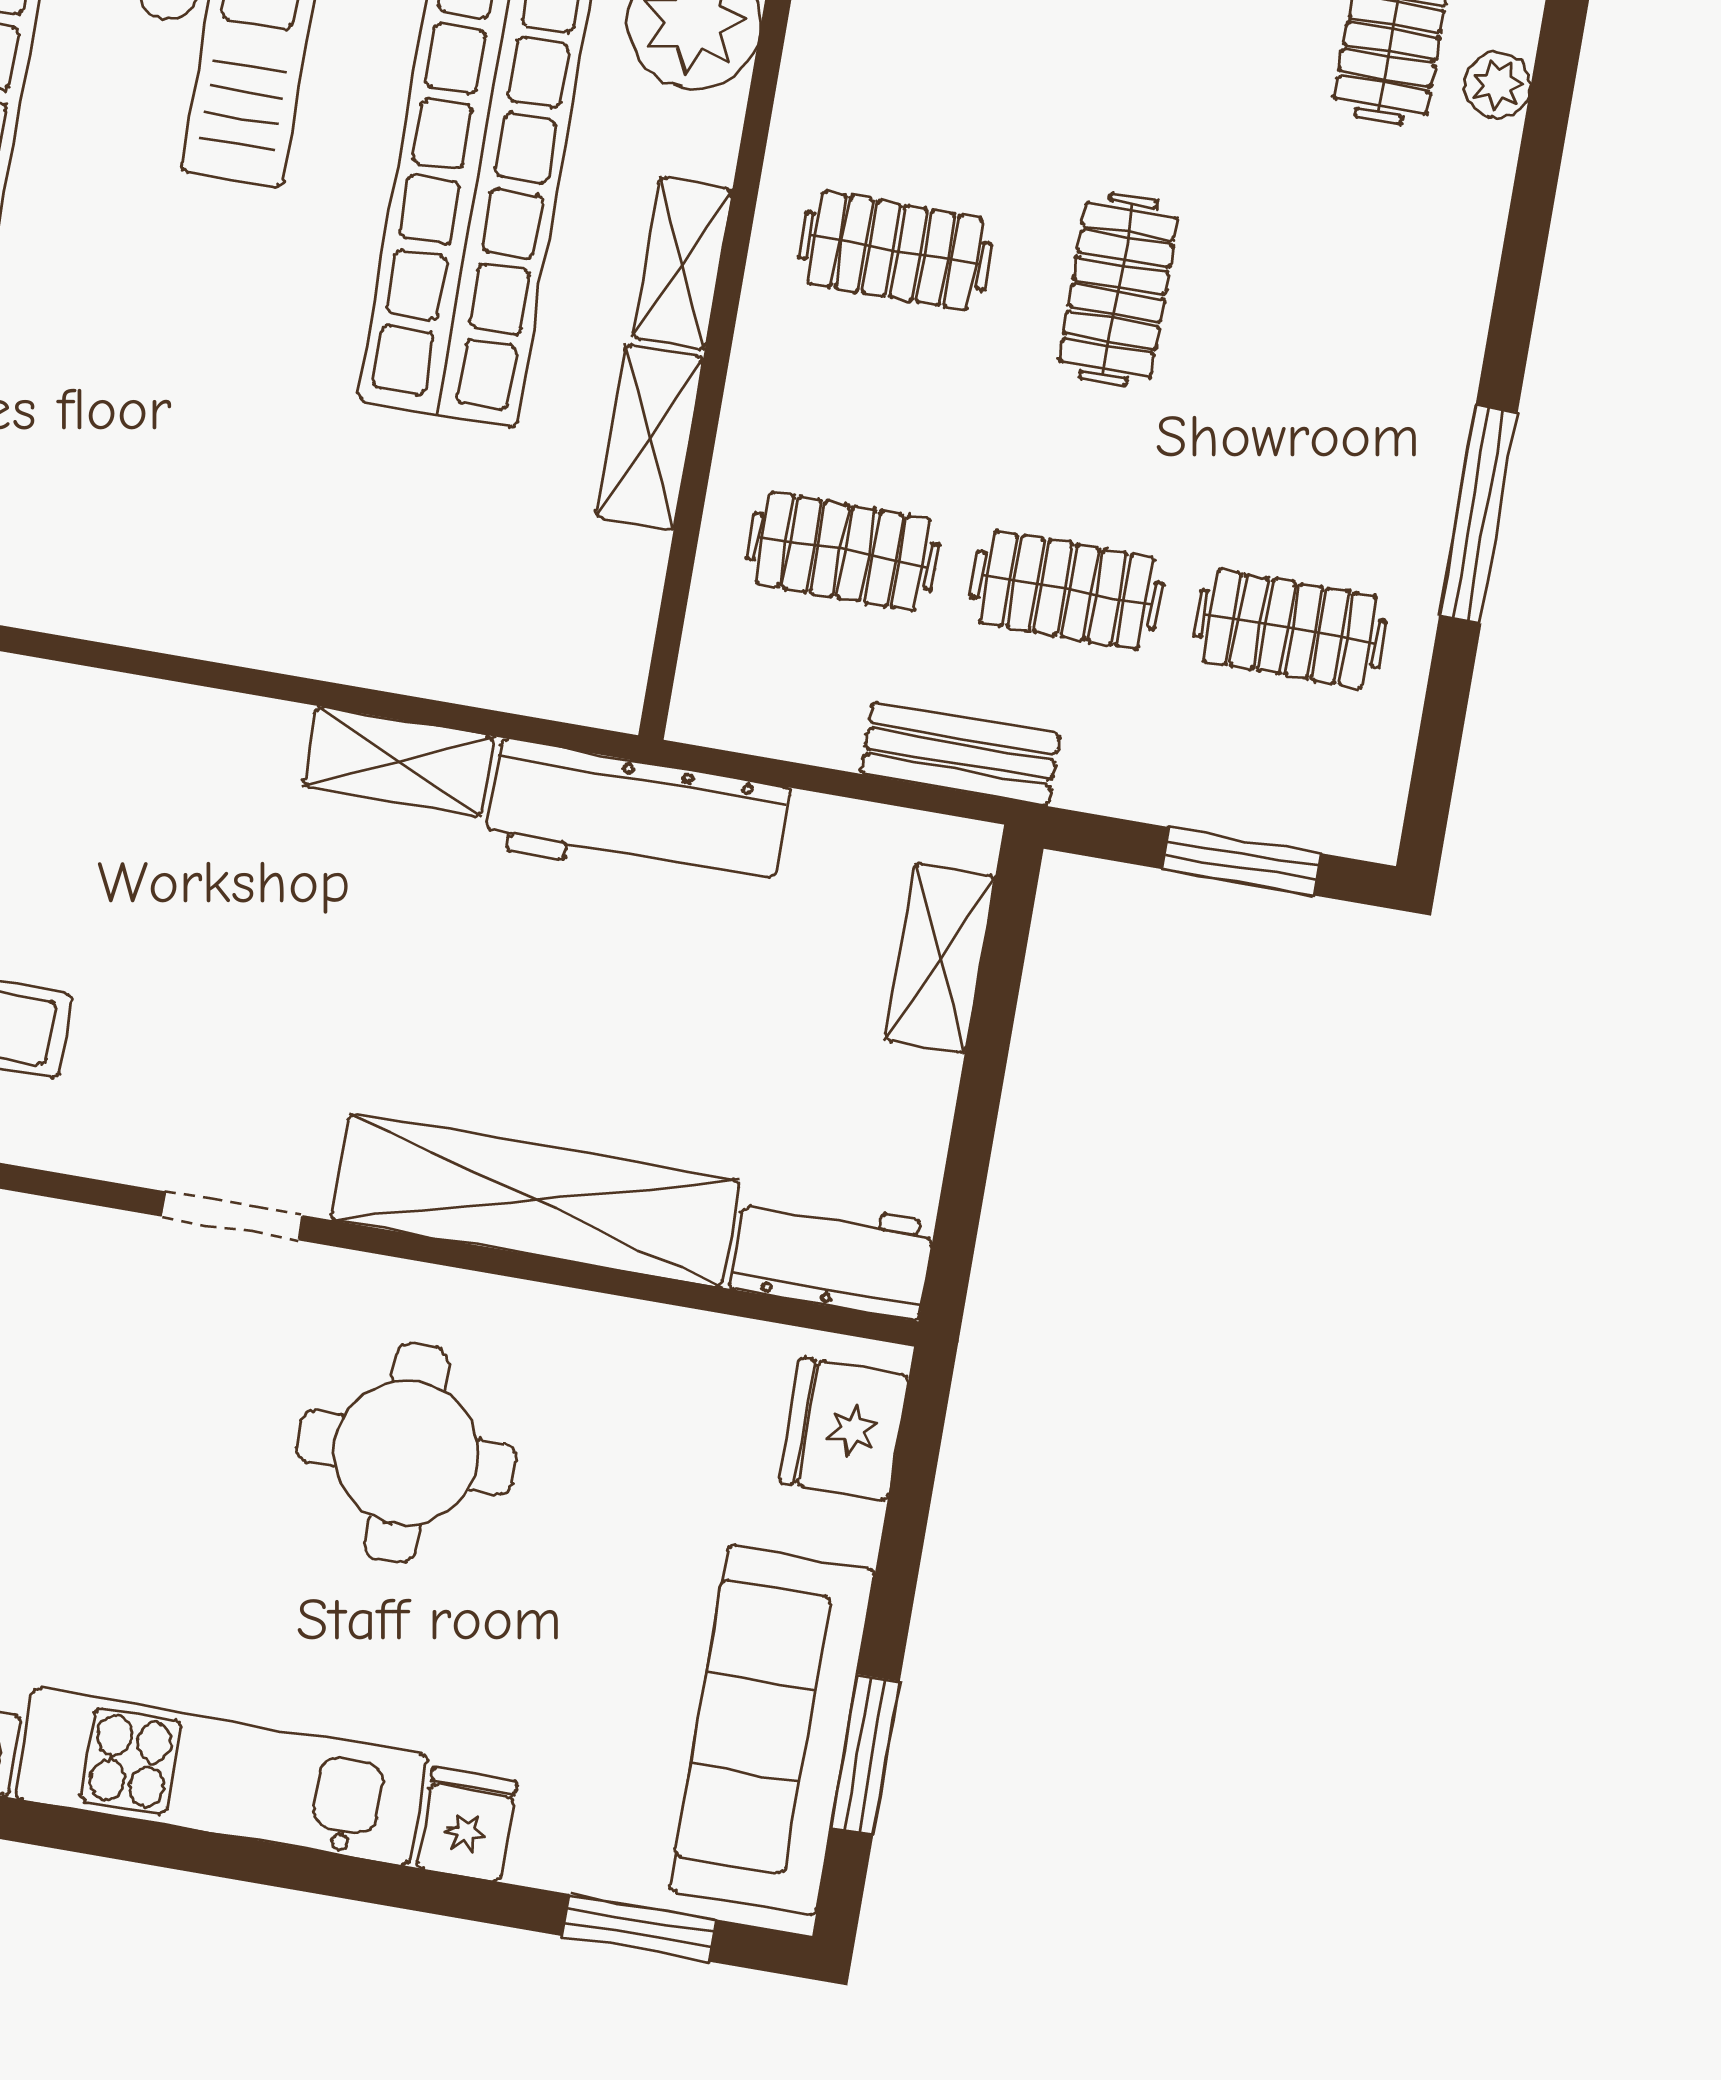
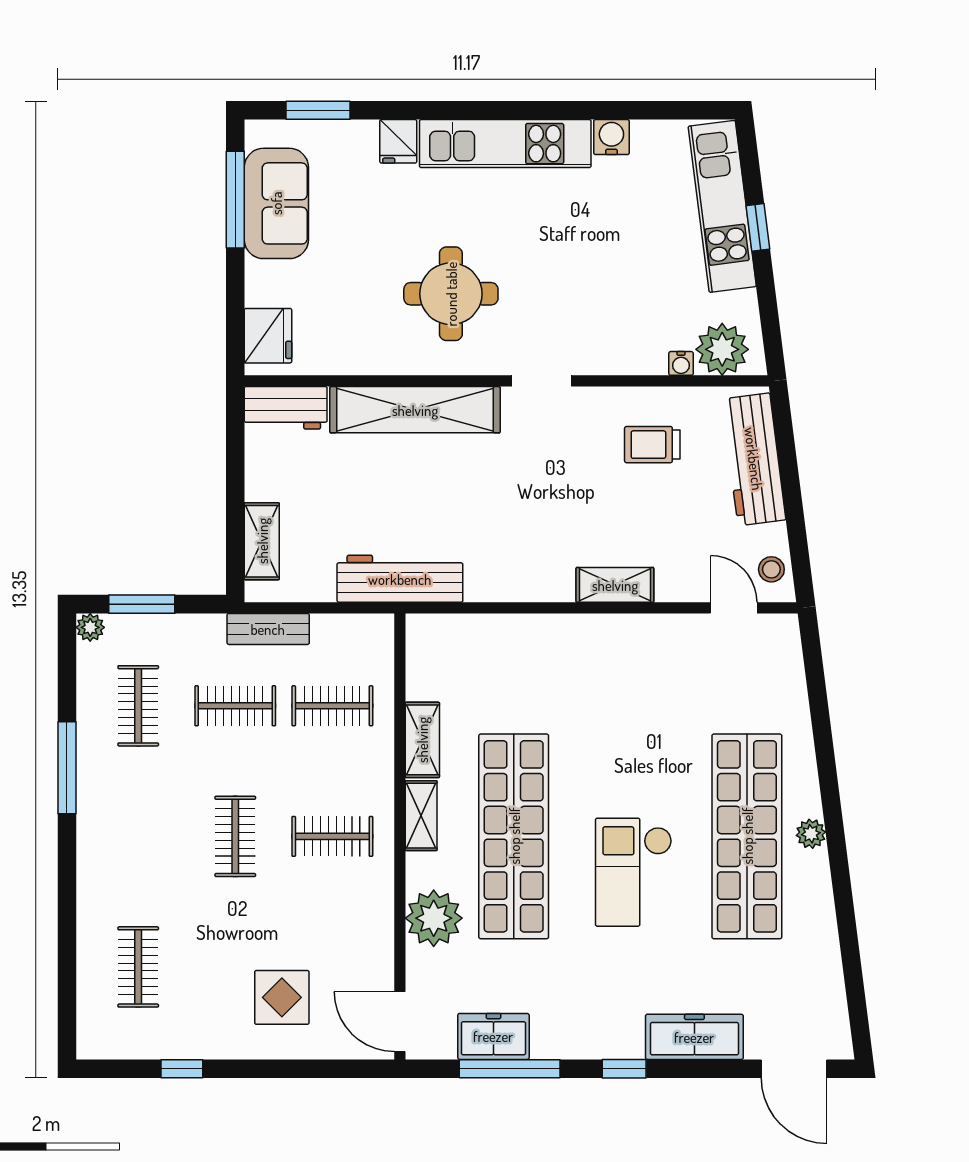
plant: (1498, 85) -> (90, 627), moved
clothes rail: (1290, 629) -> (138, 706), turned 90
shelving: (399, 761) -> (615, 585), moved
sofa: (772, 1730) -> (276, 203), width x0.73
window: (865, 1755) -> (235, 200), width x1.44

